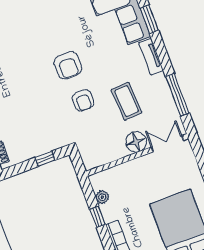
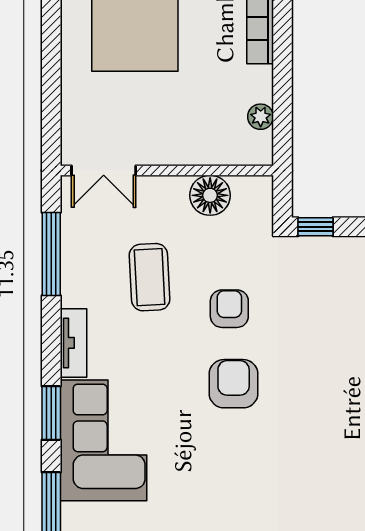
floor lamp: (136, 142) -> (210, 195), moved
window: (45, 159) -> (316, 227), moved
window: (98, 217) -> (282, 84), removed

